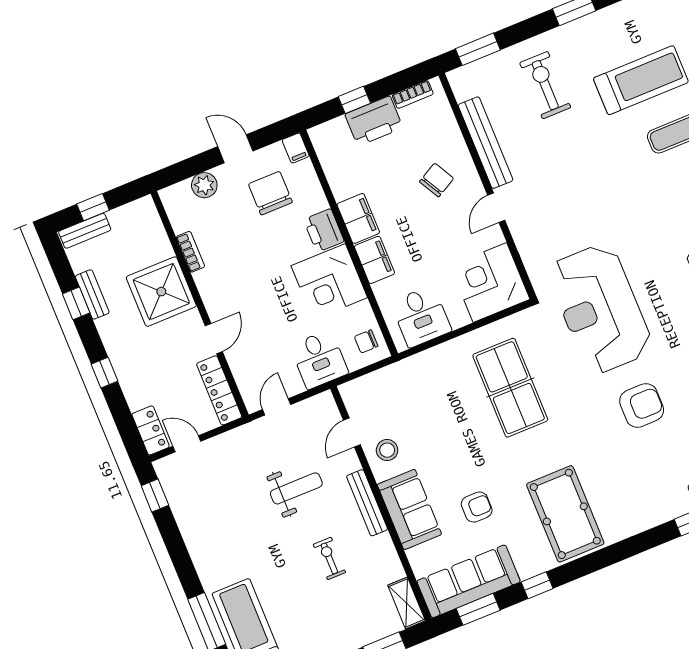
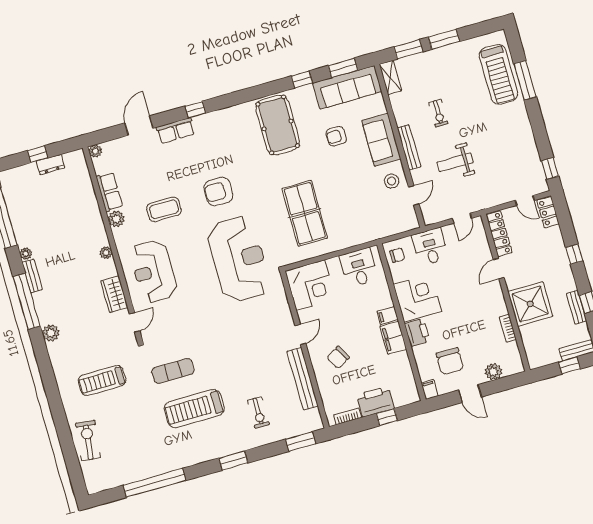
exercise bike: (545, 85) -> (258, 412), width x0.73, depth x0.72
filing cabinet: (374, 260) -> (387, 316), width x0.50

